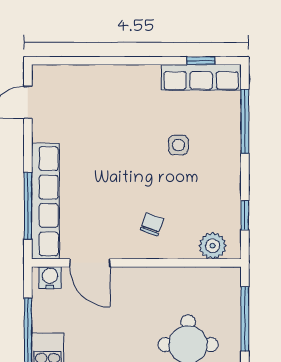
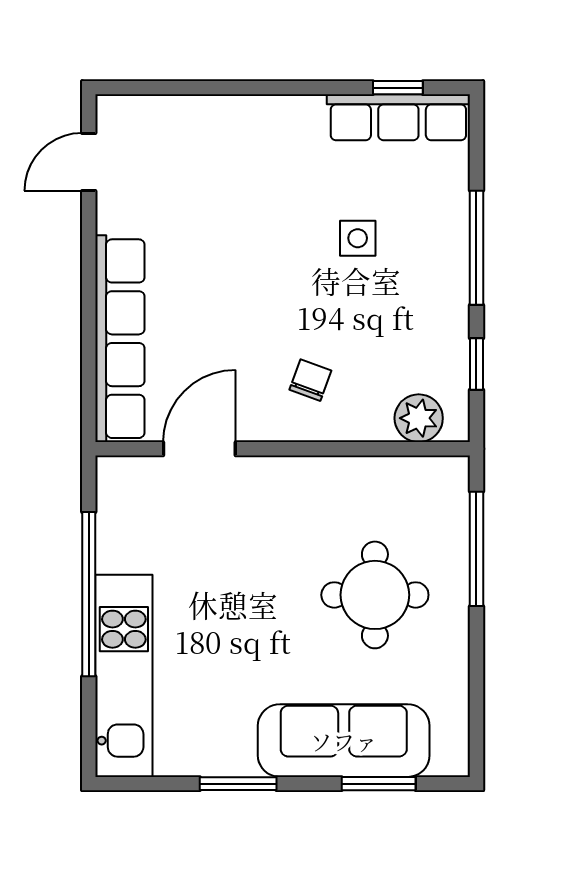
window: (245, 121) -> (476, 248), moved
window: (28, 206) -> (89, 347), removed
door: (90, 263) -> (199, 449), swing flipped
water cooler: (50, 278) -> (128, 475), removed

